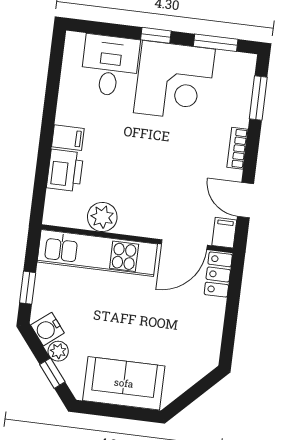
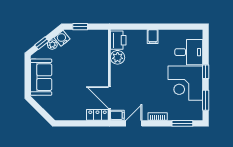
printer: (65, 170) -> (118, 40), moved, turned -90
kitchen unit: (97, 253) -> (100, 57), removed

